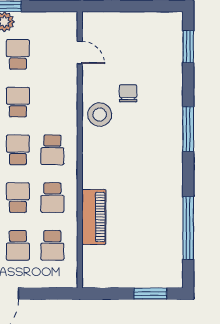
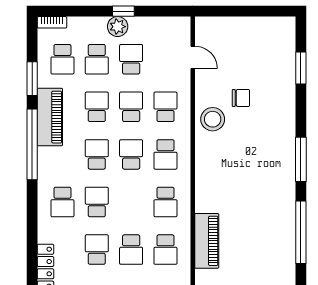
window: (188, 47) -> (301, 68), moved
chair: (128, 93) -> (241, 98), turned 90
window: (188, 129) -> (301, 159), moved
school desk: (18, 198) -> (165, 107), moved
piano: (94, 217) -> (207, 241), moved

